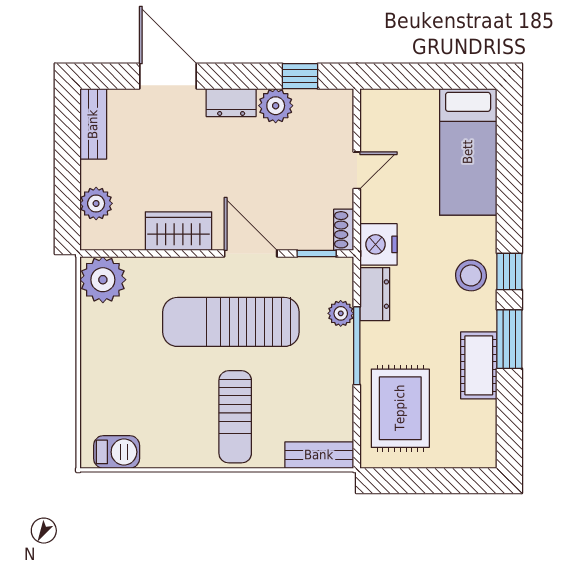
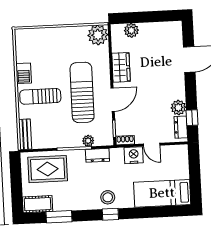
dresser: (231, 103) -> (181, 127), moved
bench: (93, 124) -> (166, 27), removed
nightstand: (379, 244) -> (134, 155), moved
window: (509, 339) -> (59, 217), moved
cot: (479, 365) -> (38, 204), moved
barbecue: (117, 452) -> (24, 73), moved

